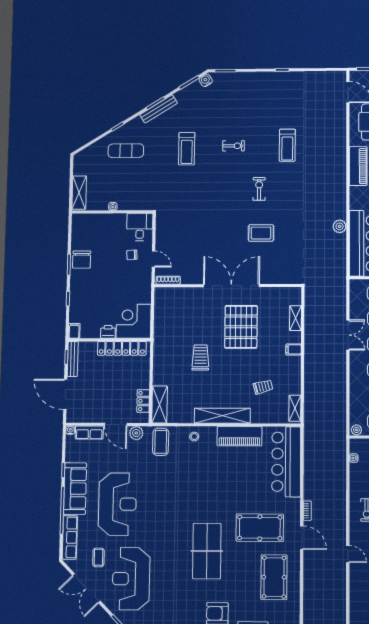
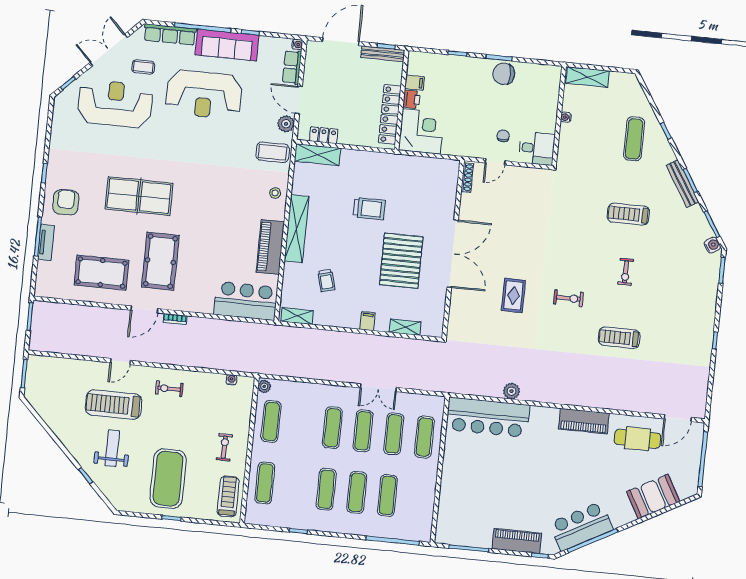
pallet: (241, 327) -> (401, 261), turned 90
filing cabinet: (74, 331) -> (414, 83), moved
door: (116, 424) -> (299, 100), hinge flipped
bar counter: (286, 462) -> (246, 301), width x0.73

